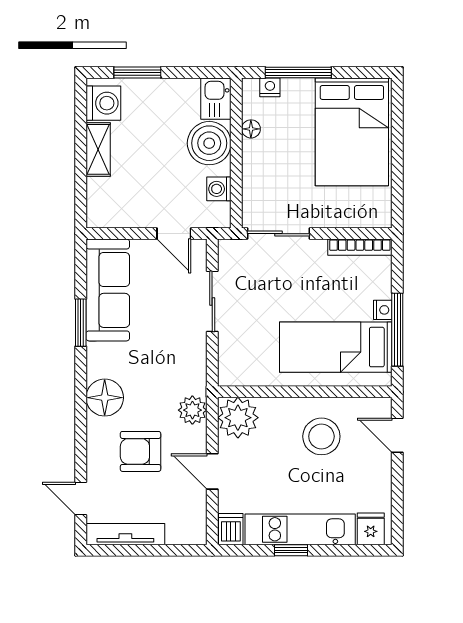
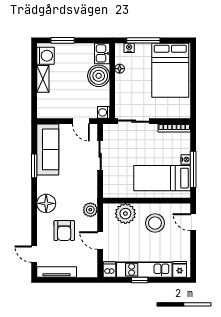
washing machine: (219, 189) -> (104, 112), moved
plant: (238, 418) -> (125, 214), moved
armchair: (141, 451) -> (64, 231), turned -90

